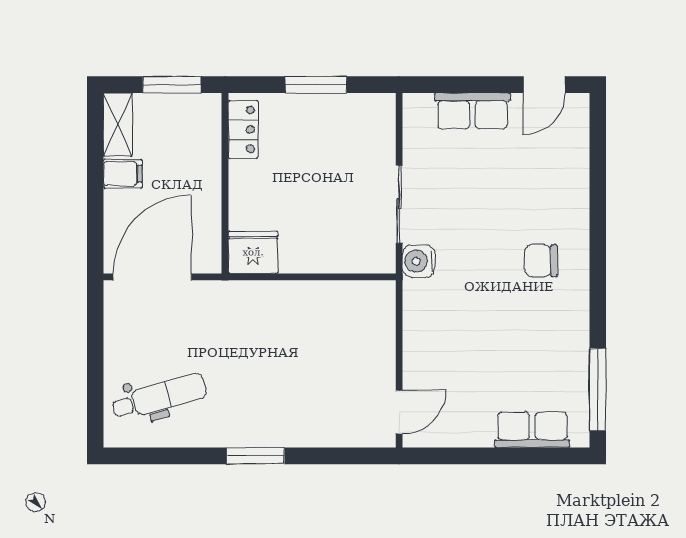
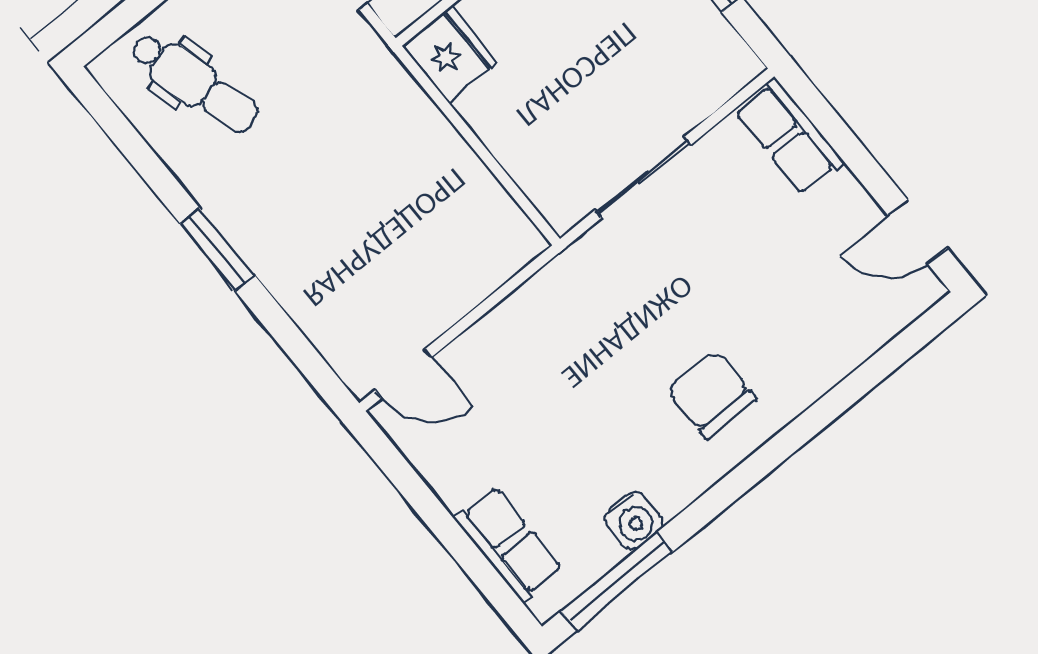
row of seats: (472, 111) -> (789, 137), moved
water cooler: (419, 261) -> (633, 521), moved, turned 180
chair: (541, 261) -> (712, 395), width x1.37, depth x1.37

